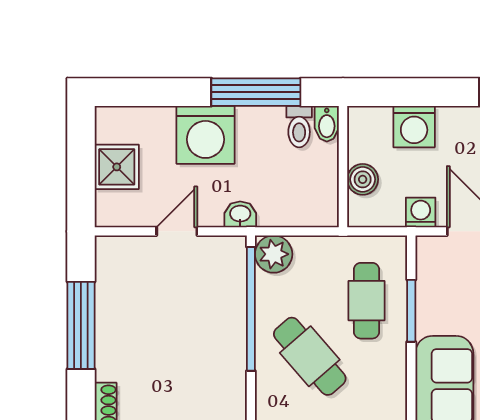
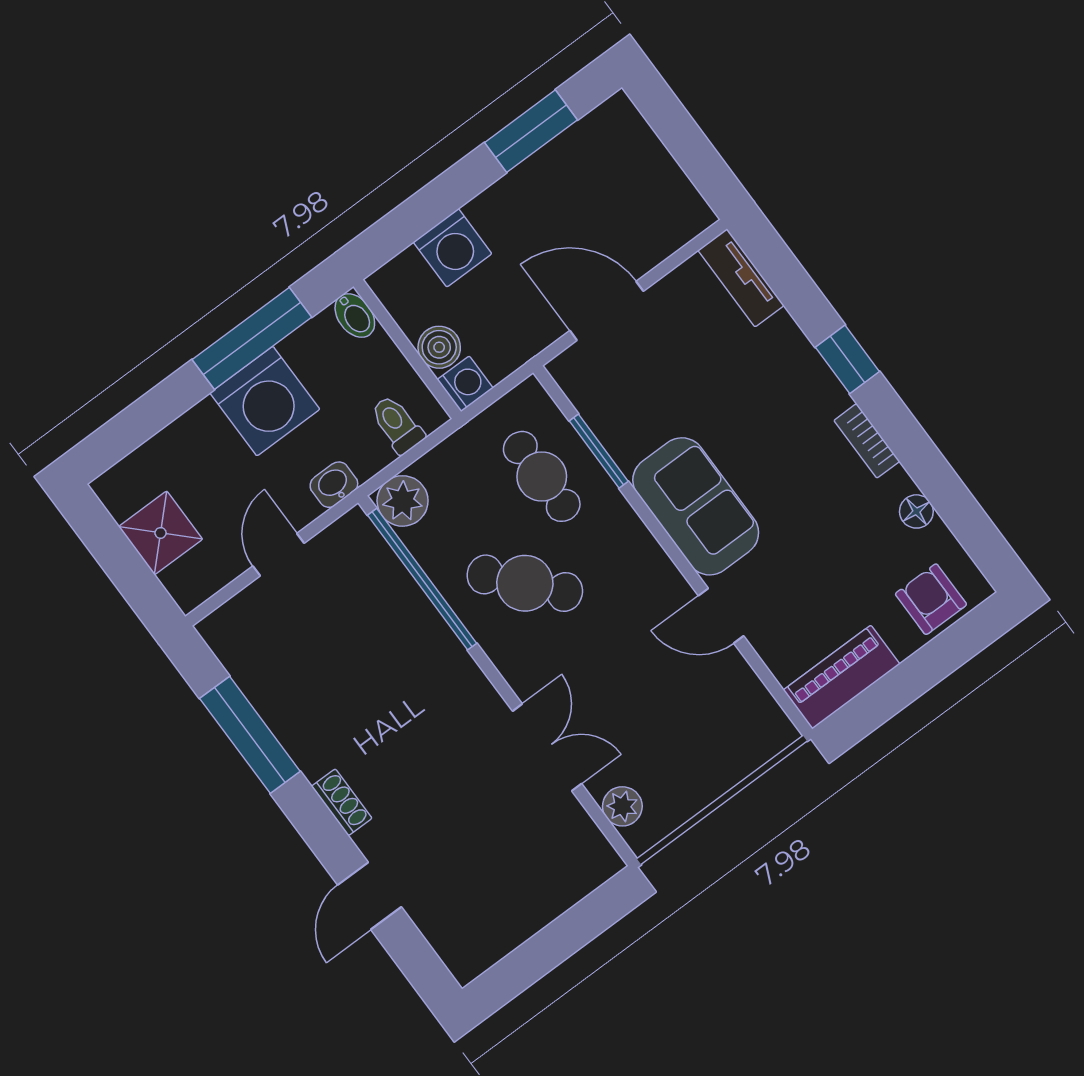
toilet: (299, 127) -> (397, 424), moved, turned 180
washing machine: (205, 135) -> (265, 401), moved
washing machine: (421, 212) -> (465, 384), moved, turned 90

